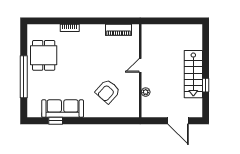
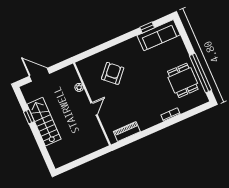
window: (24, 77) -> (200, 73), moved
sofa: (63, 109) -> (159, 35), moved

